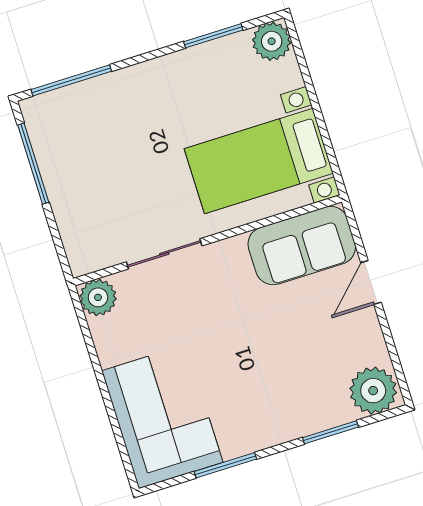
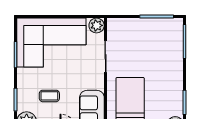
coffee table: (297, 356) -> (49, 96), added
corner sofa: (162, 417) -> (51, 43), width x1.36, depth x1.36

